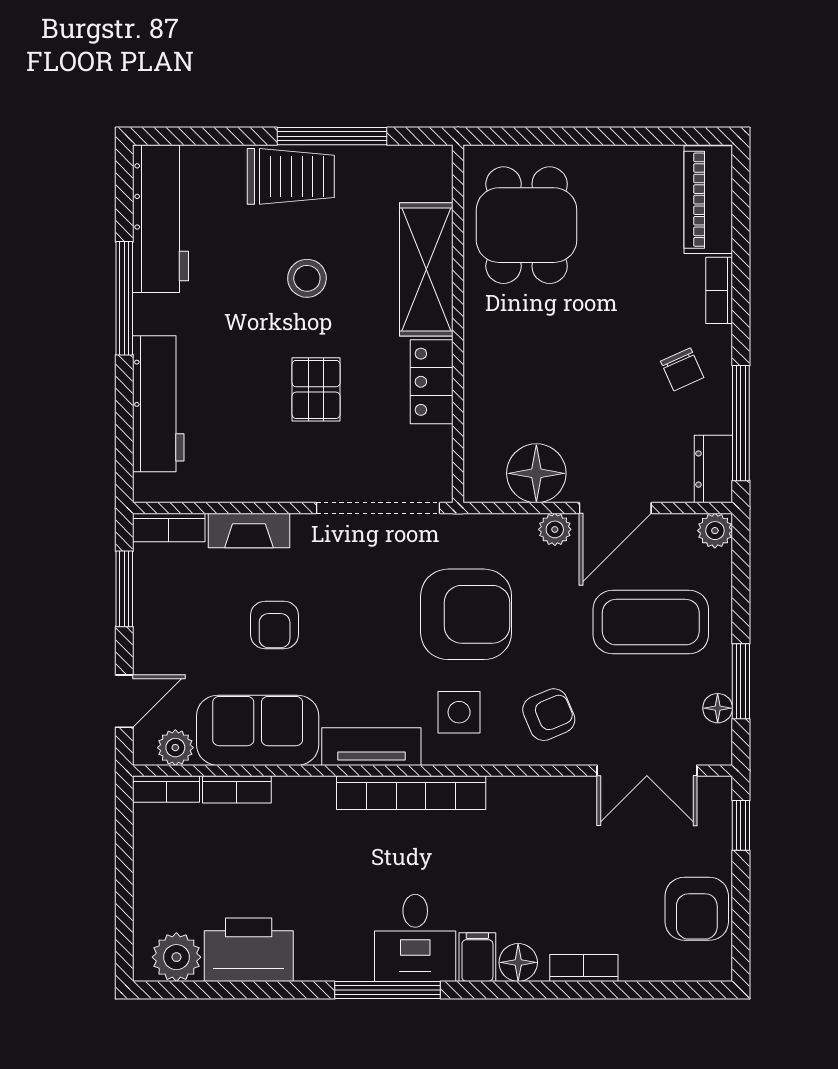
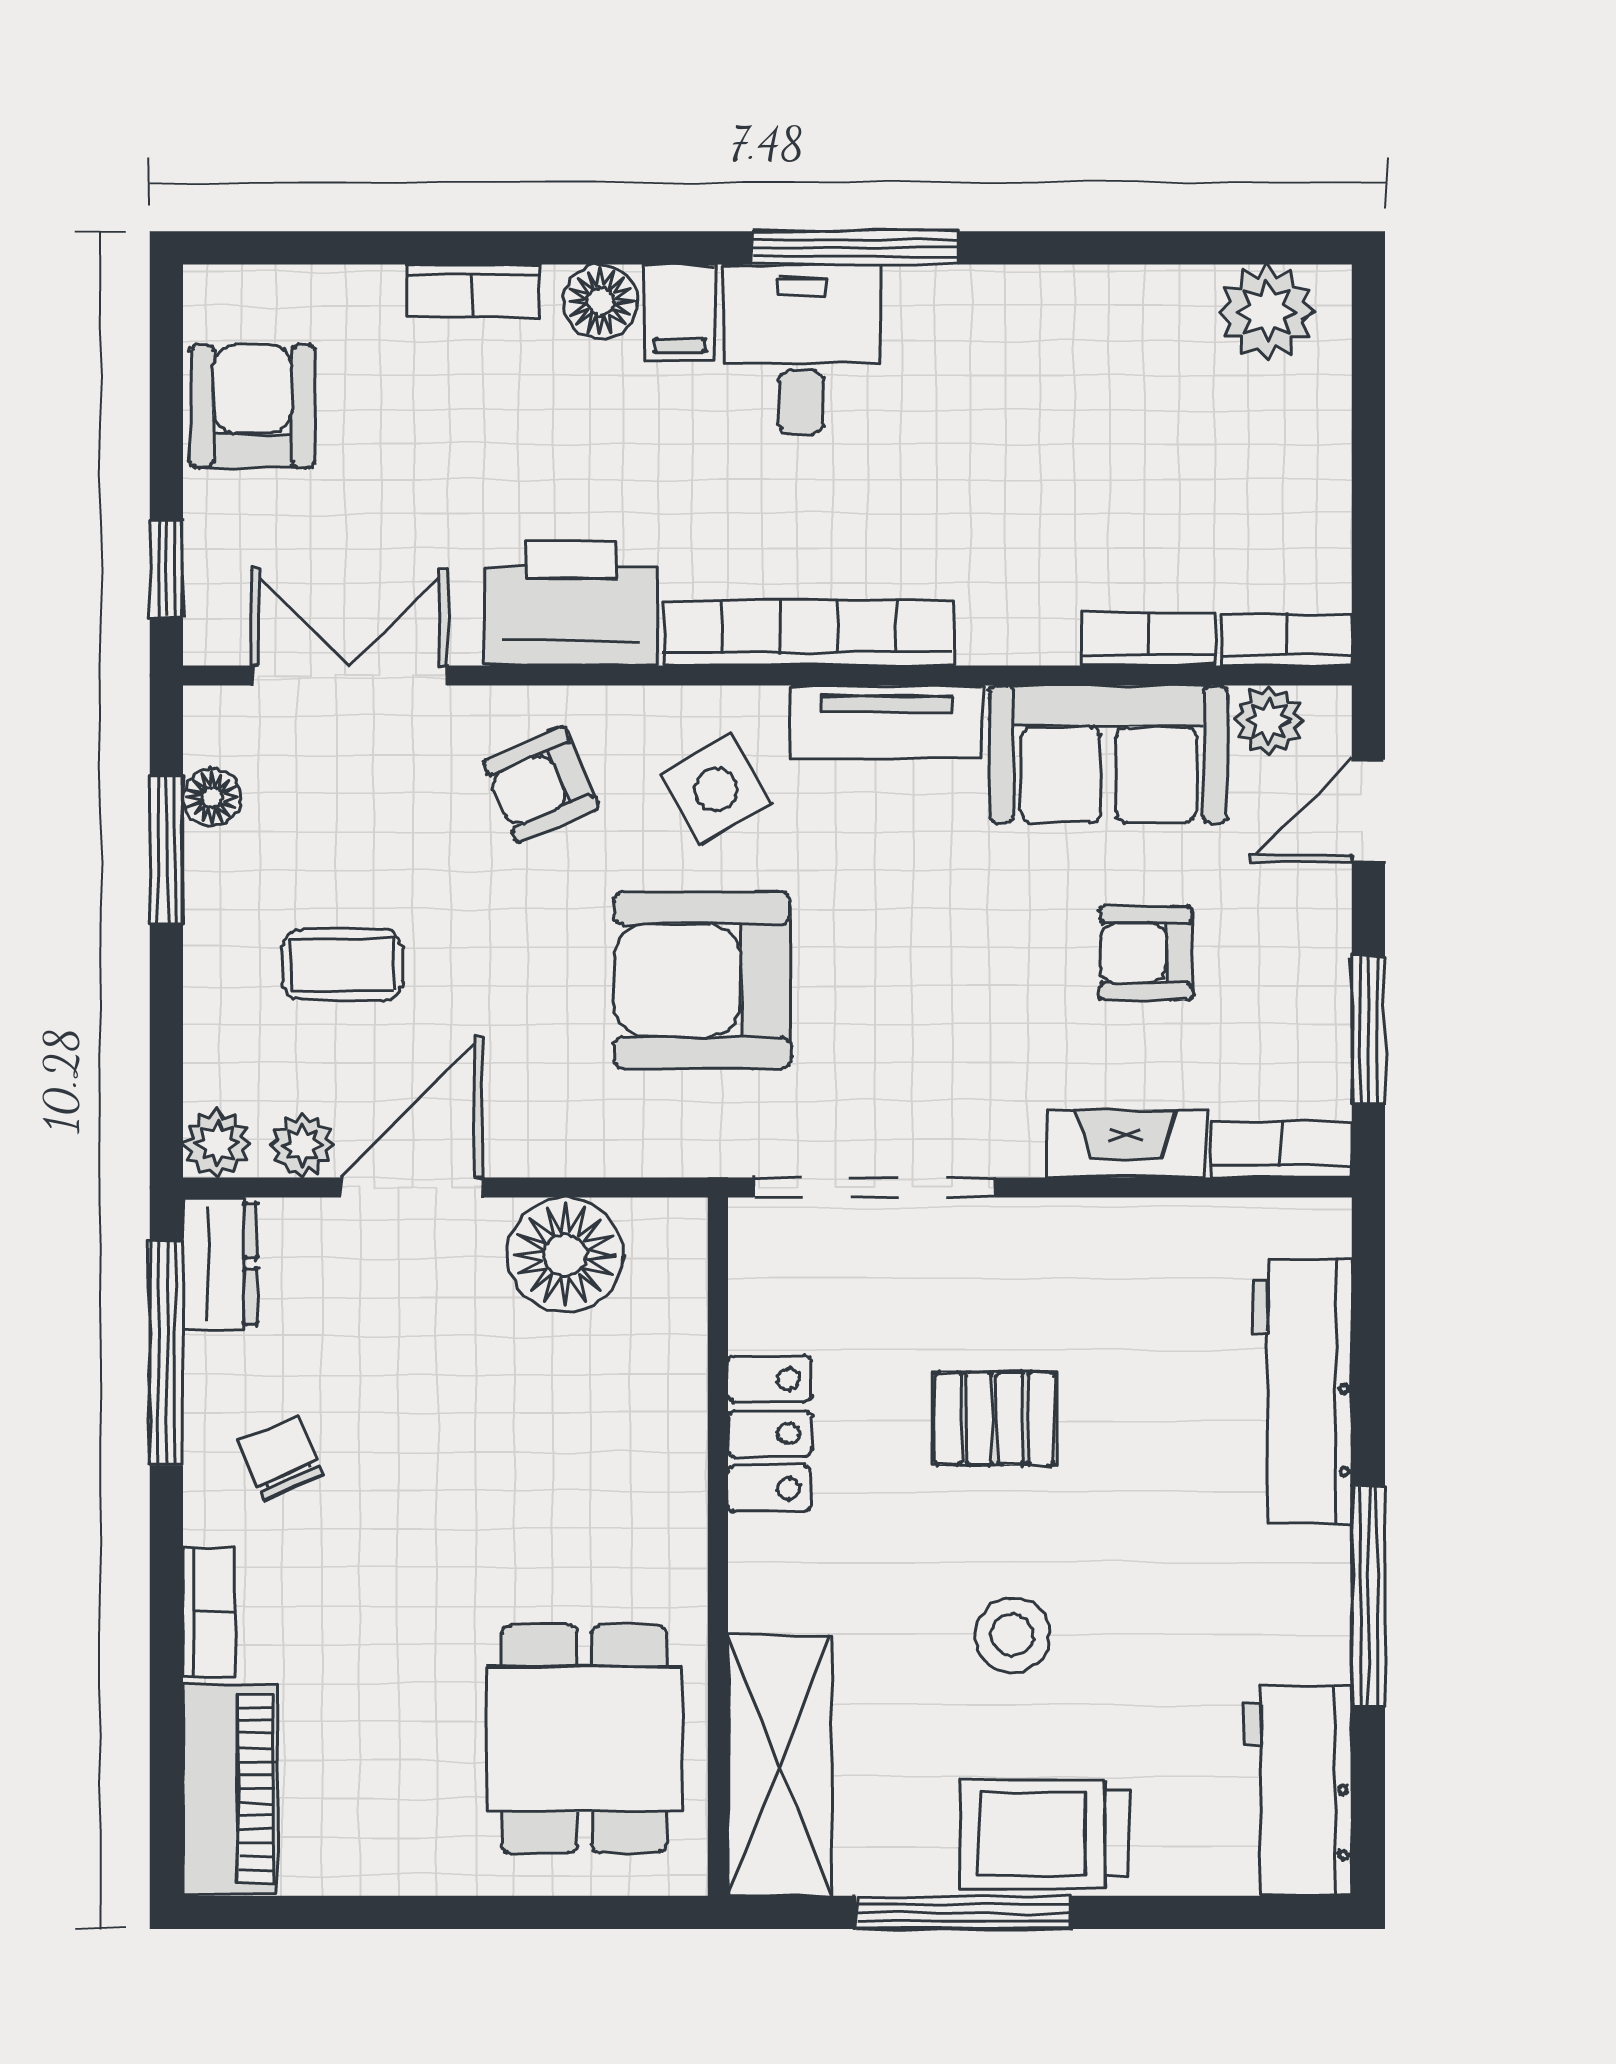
workbench: (161, 219) -> (1298, 1791), width x0.73
shelving: (426, 269) -> (780, 1766), moved
pallet: (316, 389) -> (995, 1419), turned 90
plant: (555, 529) -> (302, 1146), moved
coffee table: (651, 622) -> (342, 965), width x0.54, depth x0.58
armchair: (275, 625) -> (1146, 953), moved, turned -90
side table: (459, 712) -> (716, 789), turned -30
printer: (249, 950) -> (571, 604), moved, turned 180

